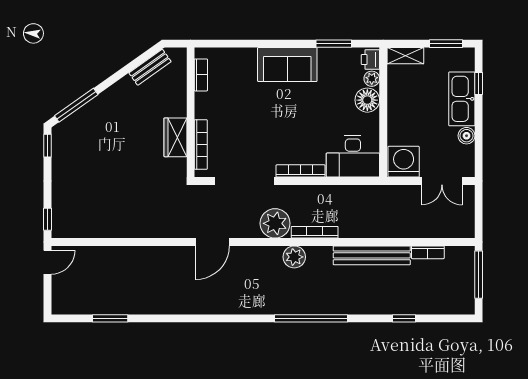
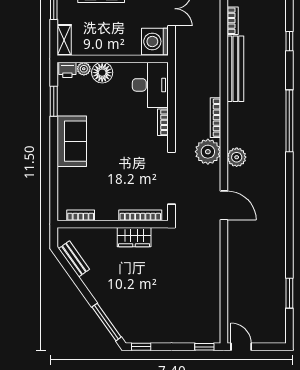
bookcase: (300, 171) -> (163, 122), width x0.64
plant: (294, 257) -> (237, 157), moved

